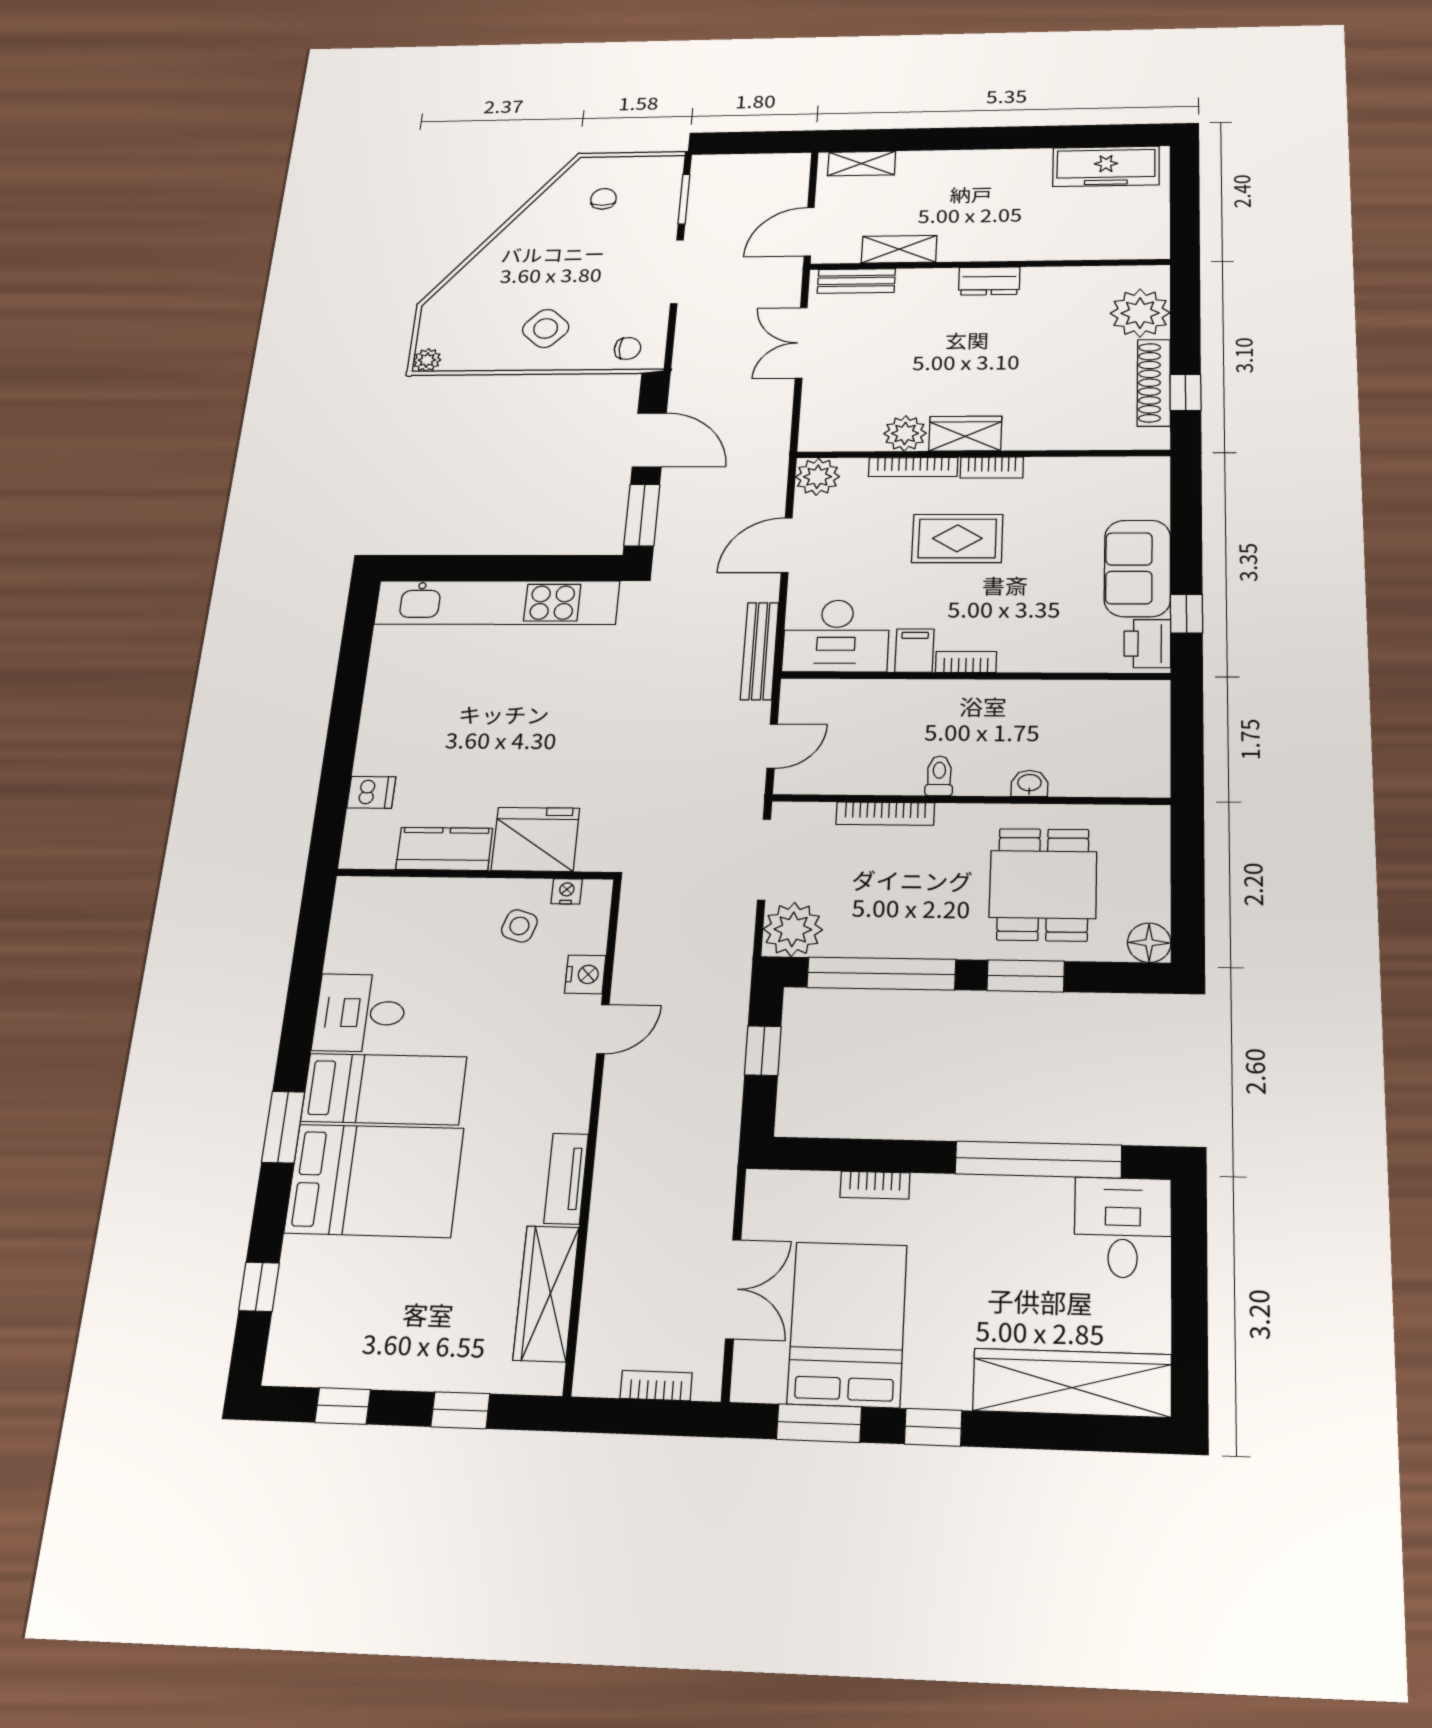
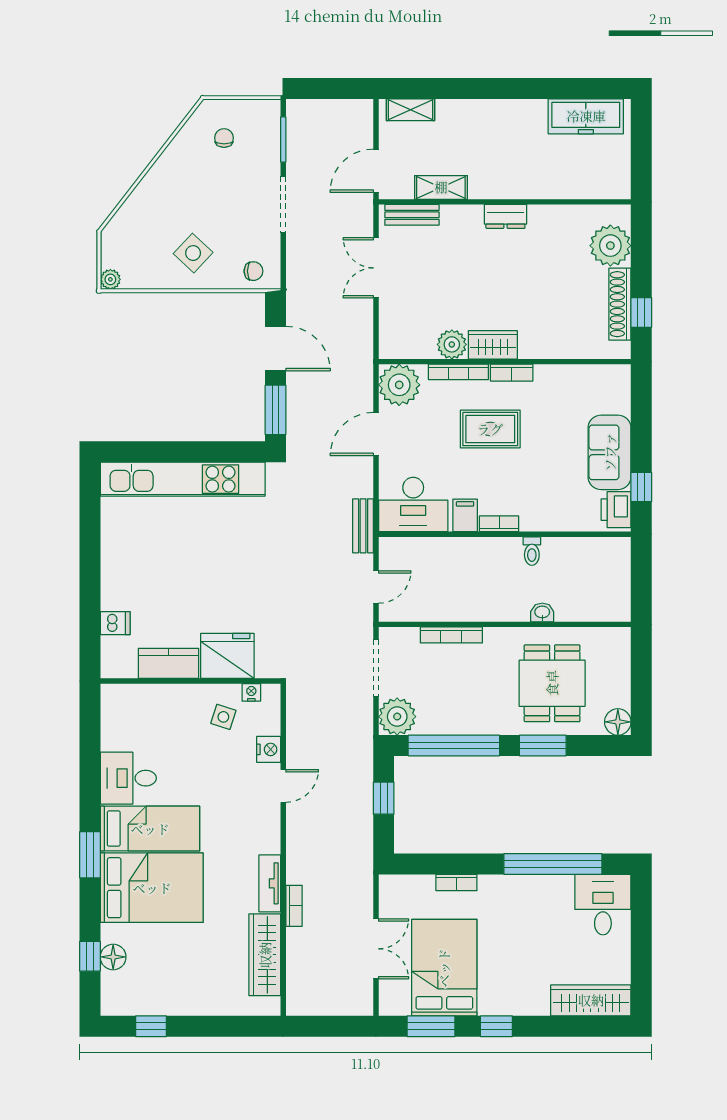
plant: (817, 477) -> (399, 385), width x1.36, depth x1.36
bench: (760, 651) -> (363, 526), width x0.73
toilet: (939, 776) -> (532, 551), moved, turned 180
floor lamp: (296, 1289) -> (113, 957), added
wardrobe: (1072, 1383) -> (591, 1000), width x0.71, depth x0.85
bookcase: (656, 1386) -> (294, 906), moved, turned 90
window: (460, 1410) -> (221, 1026), removed

